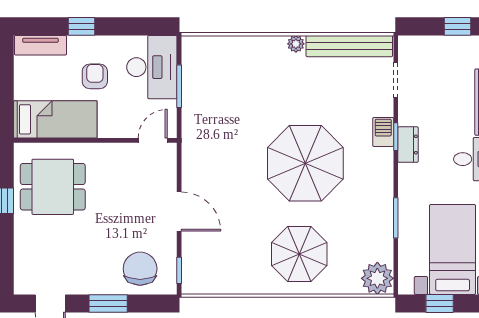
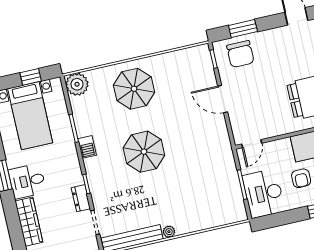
barbecue: (383, 132) -> (87, 147), moved
dresser: (408, 145) -> (81, 198), moved
parasol: (305, 163) -> (144, 152), width x0.73, depth x0.73
window: (108, 303) -> (243, 29), moved

